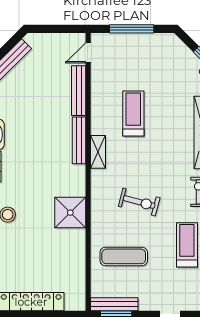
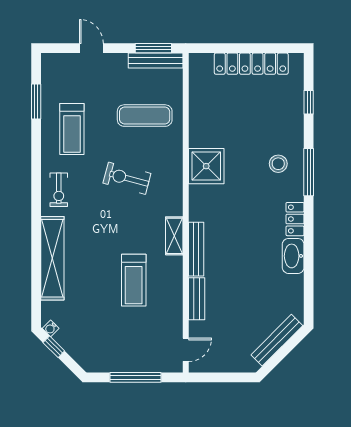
bench: (79, 91) -> (197, 299), width x0.73

